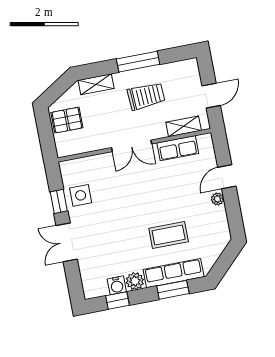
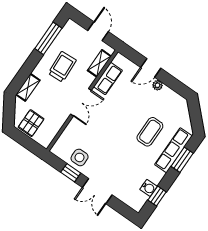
window: (138, 62) -> (48, 38), moved
door: (227, 177) -> (151, 68), hinge flipped
plant: (135, 281) -> (156, 176), removed

